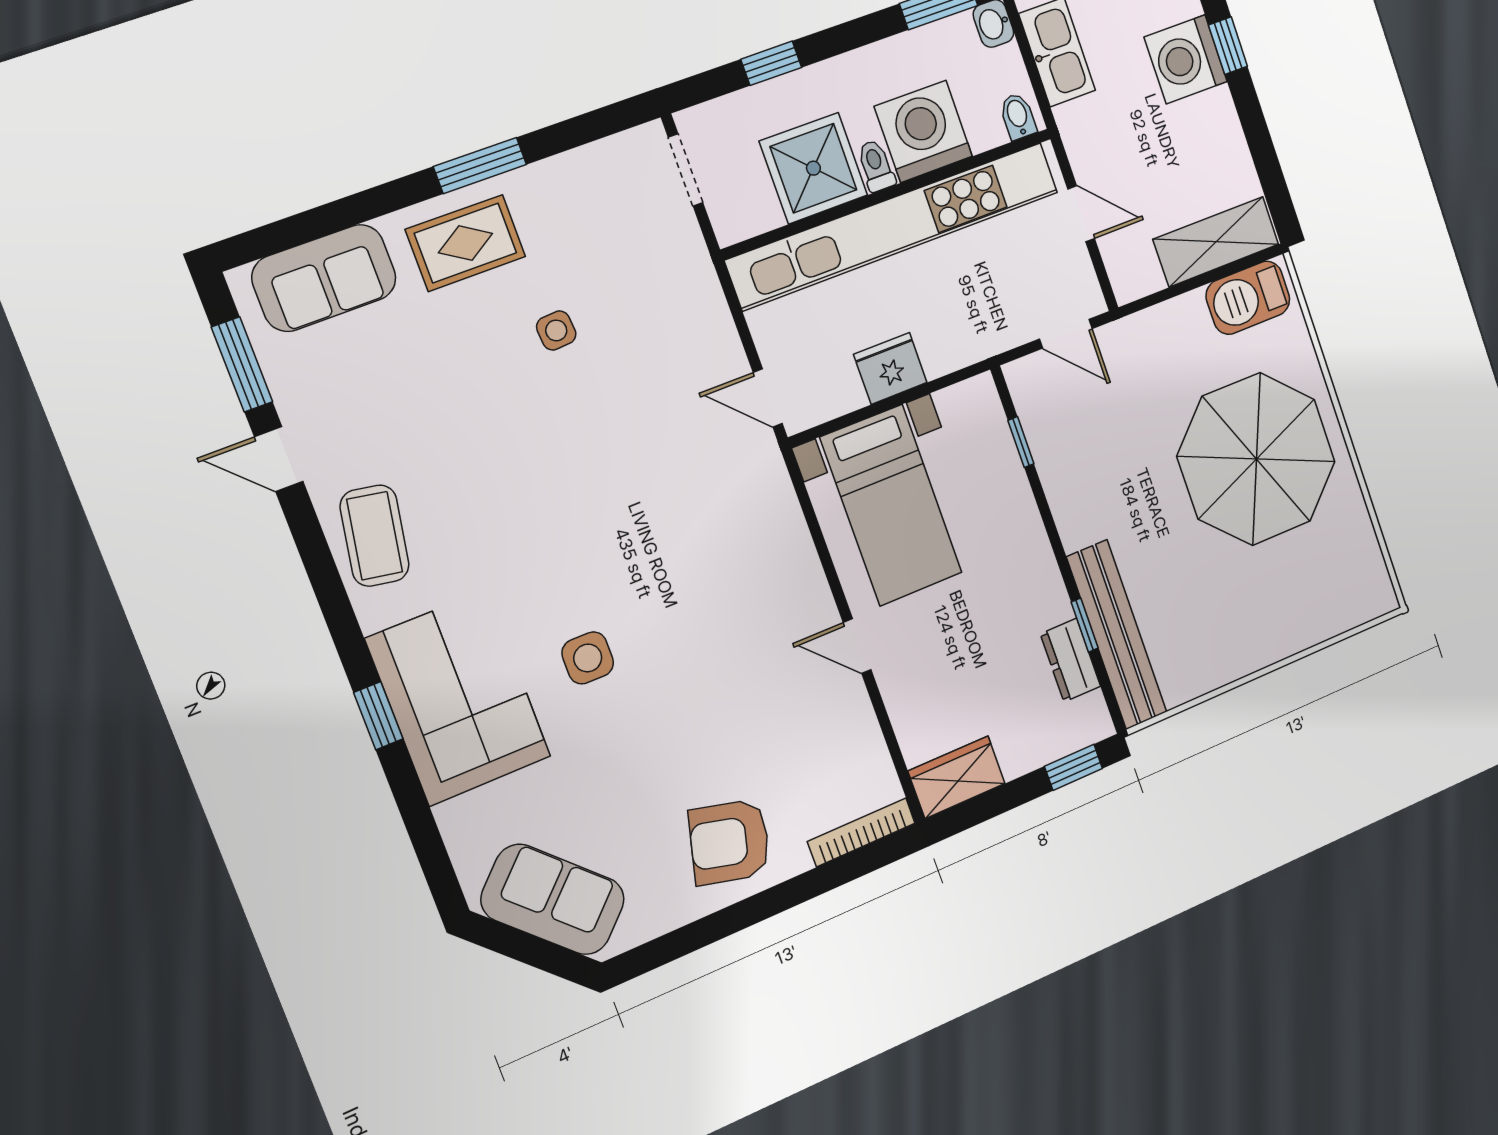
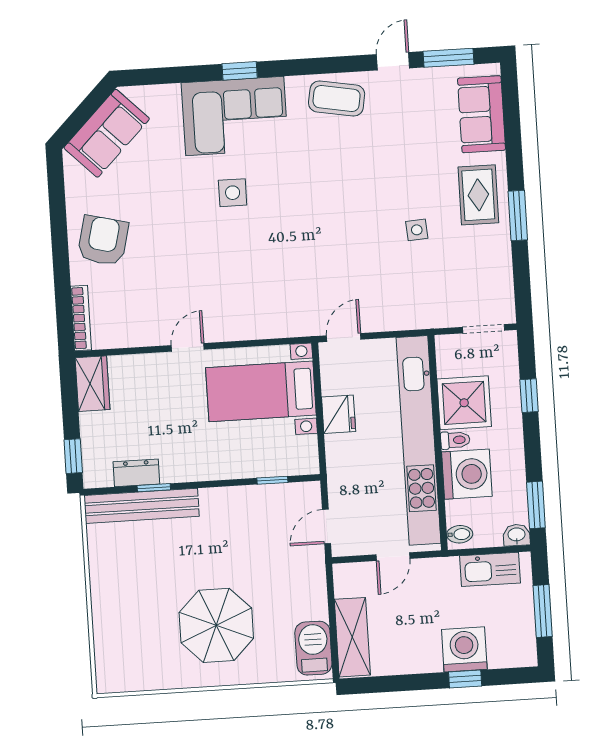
parasol: (1256, 459) -> (216, 625), width x0.73, depth x0.73

